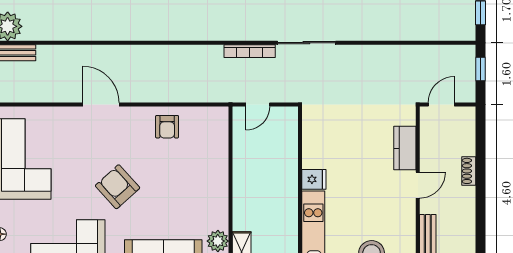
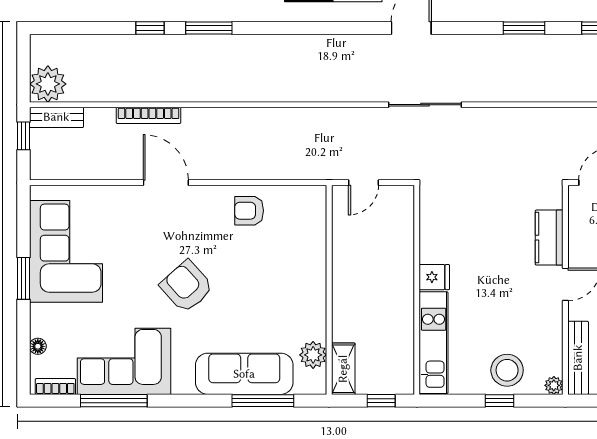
bookcase: (250, 51) -> (148, 115), moved
armchair: (167, 127) -> (249, 211), turned 90

